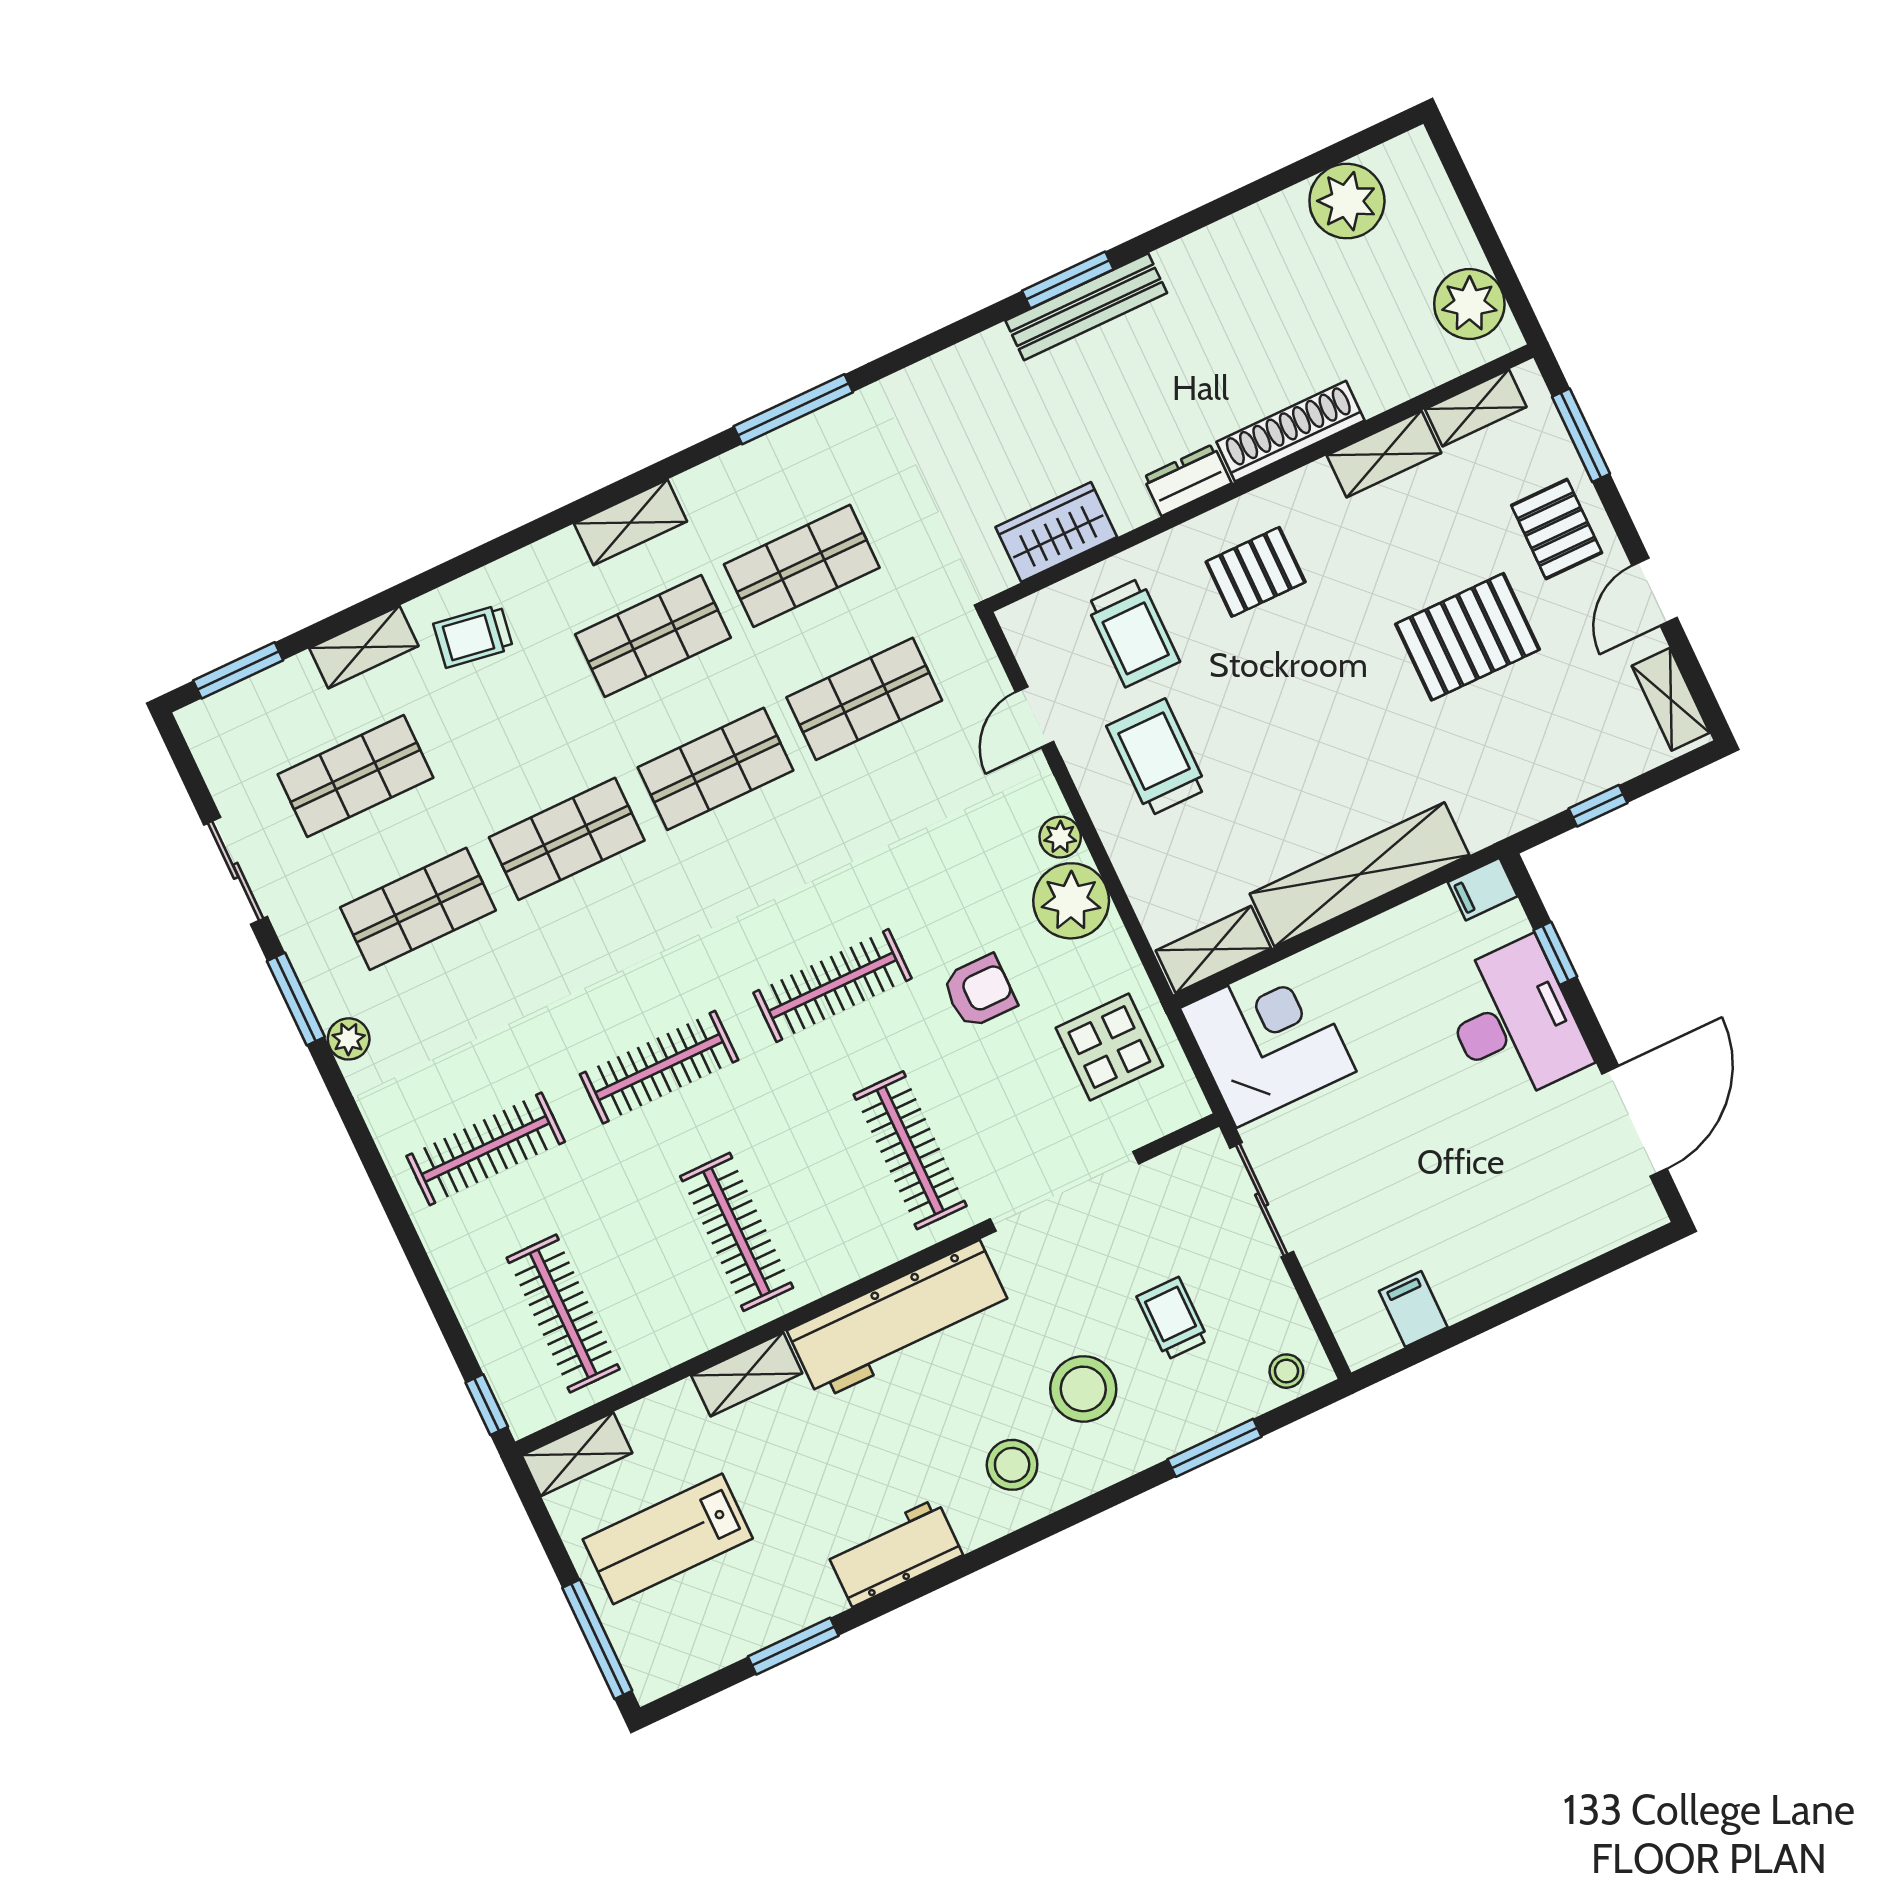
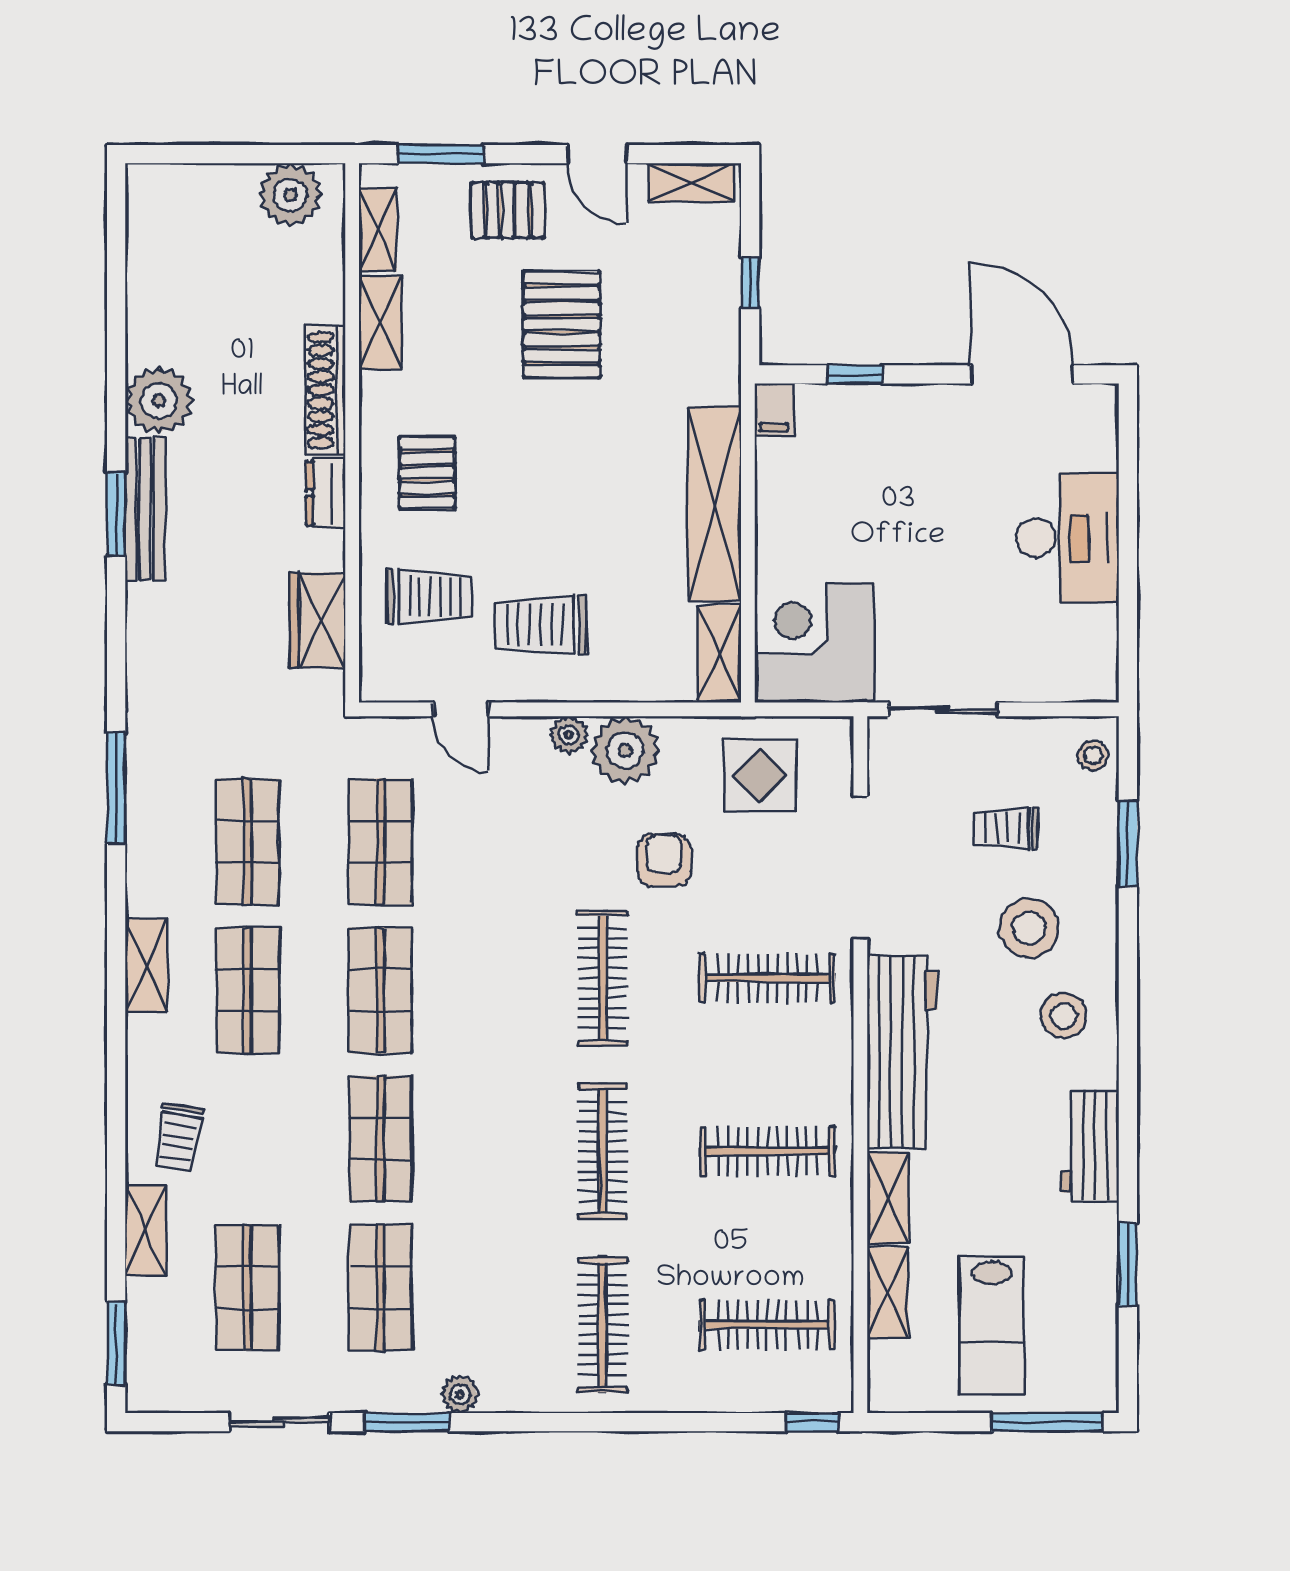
plant: (1347, 201) -> (159, 401), moved
desk: (1514, 1021) -> (1068, 538), moved, turned 90
filing cabinet: (1413, 1309) -> (1091, 628), removed
shelving: (577, 1454) -> (888, 1293), moved

